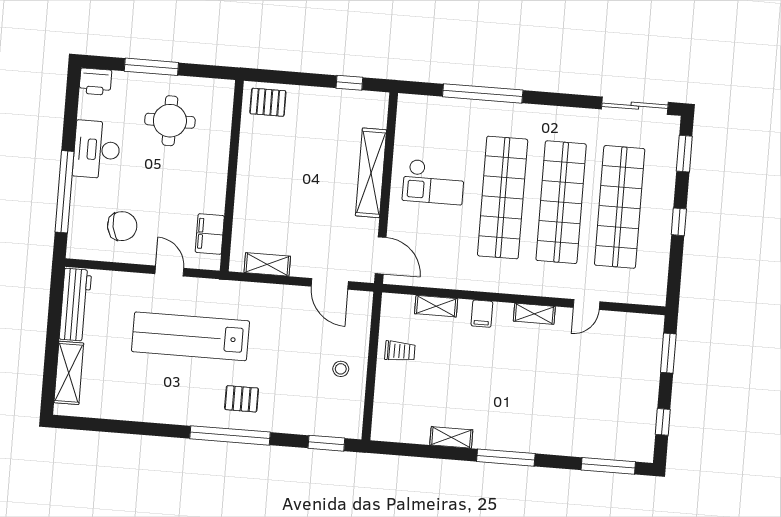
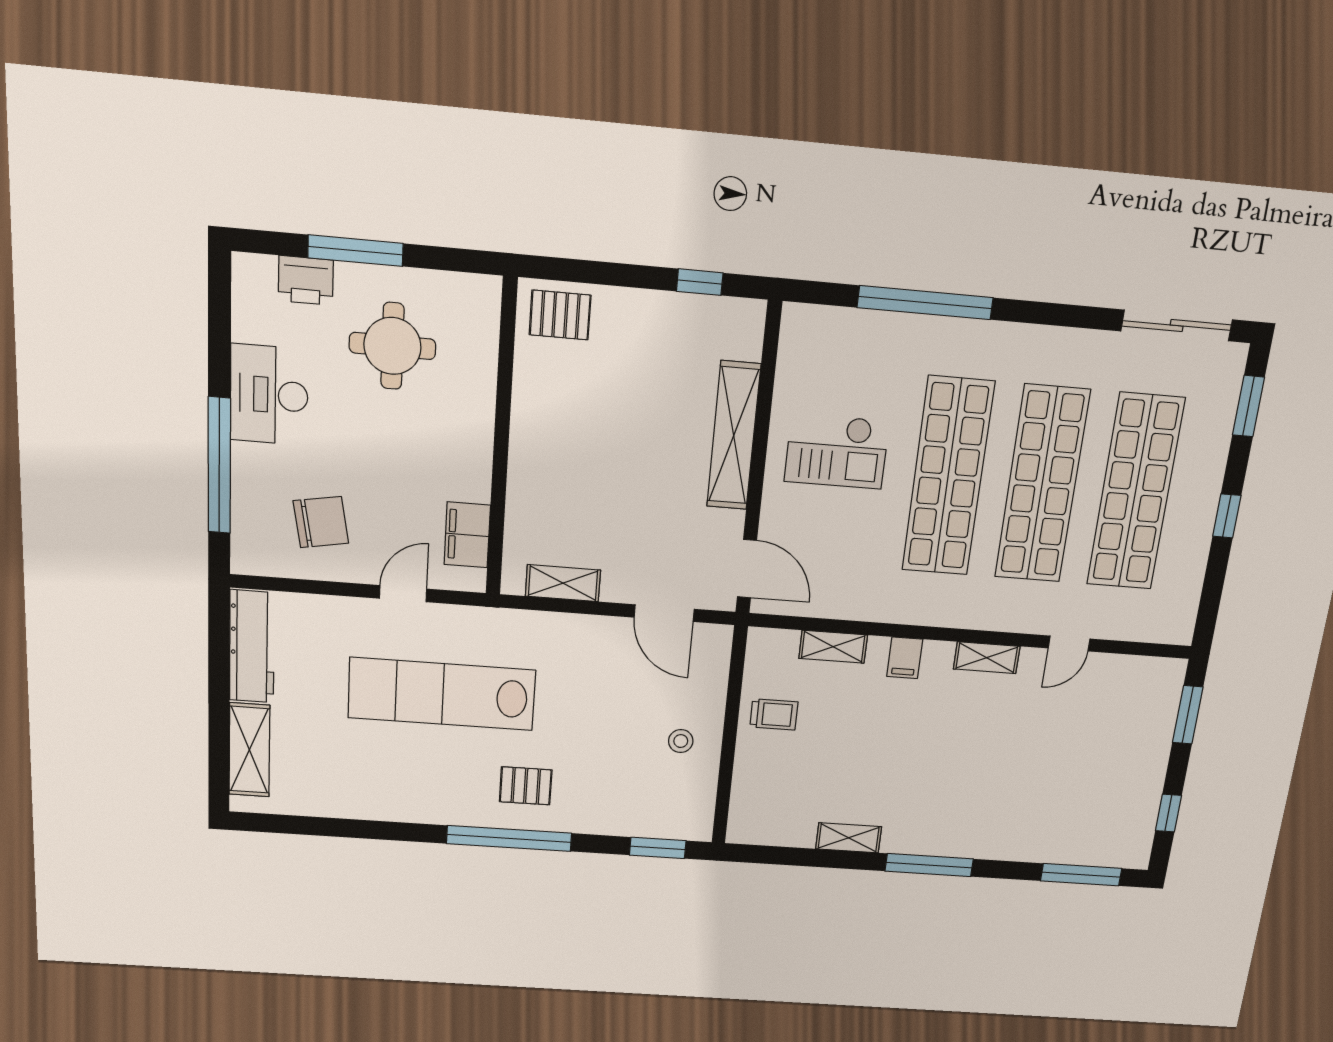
printer: (95, 82) -> (306, 280), moved
door: (169, 271) -> (403, 594), hinge flipped

